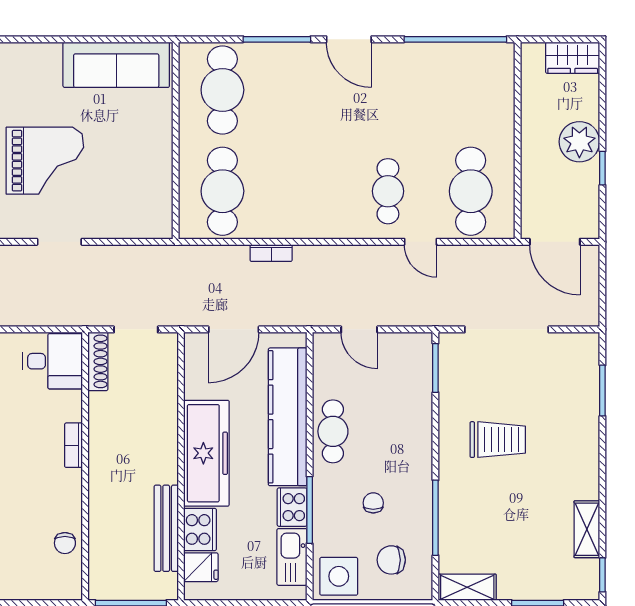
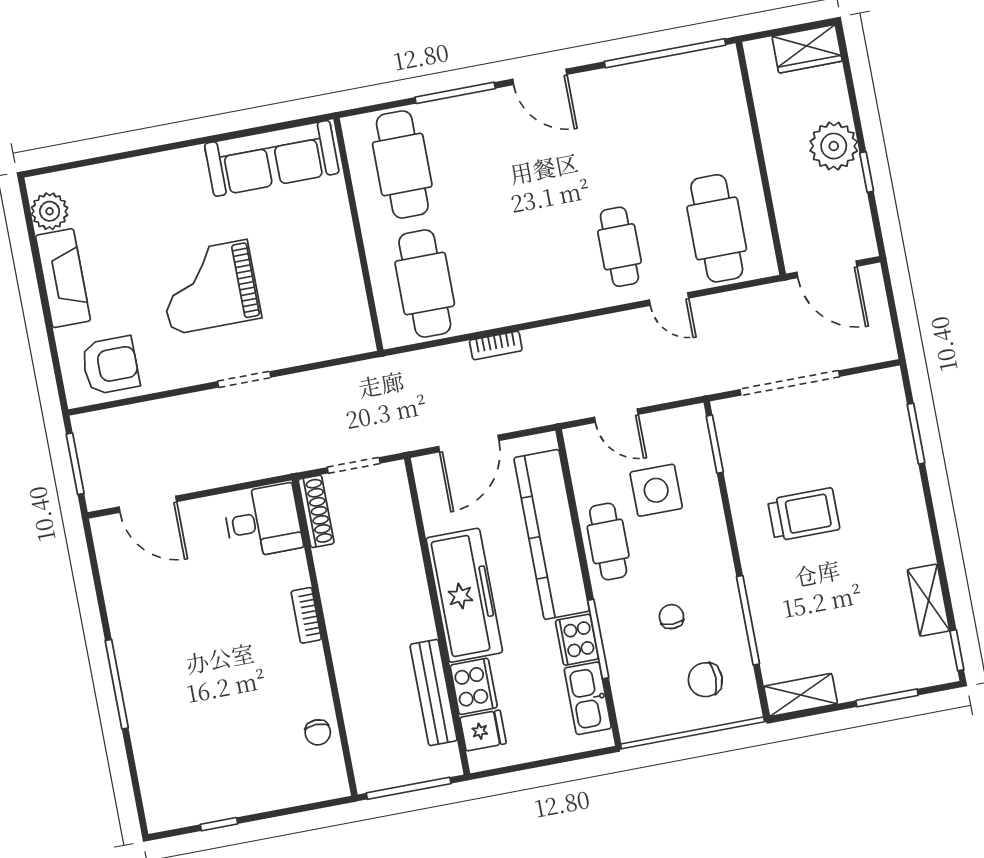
grand piano: (45, 161) -> (209, 287), turned 180
side table: (339, 576) -> (656, 490), moved

